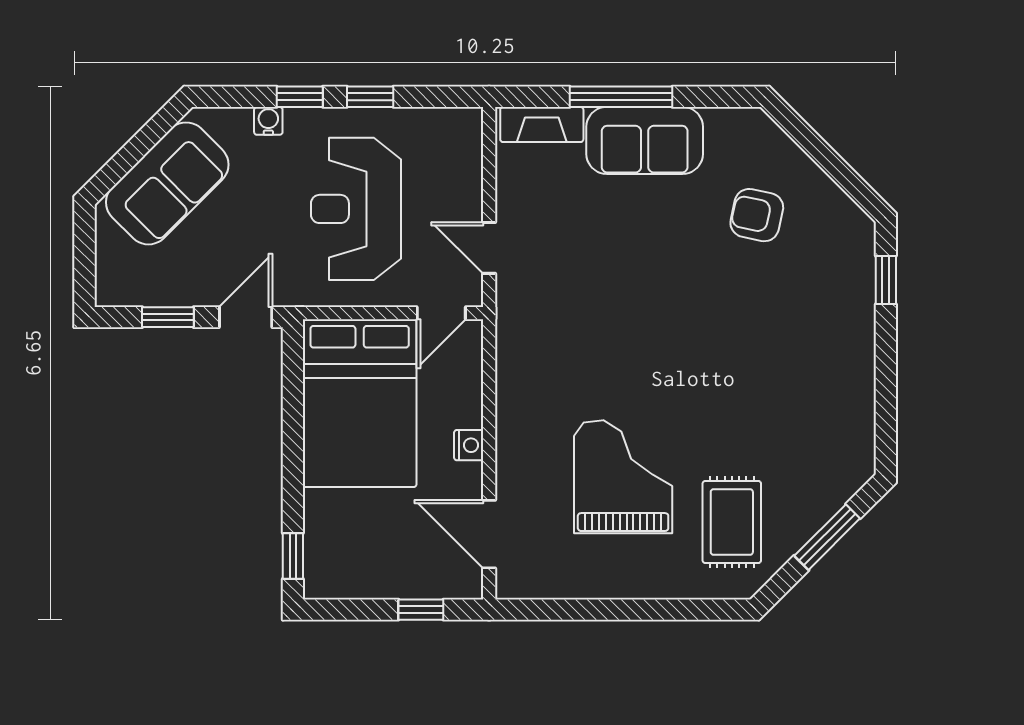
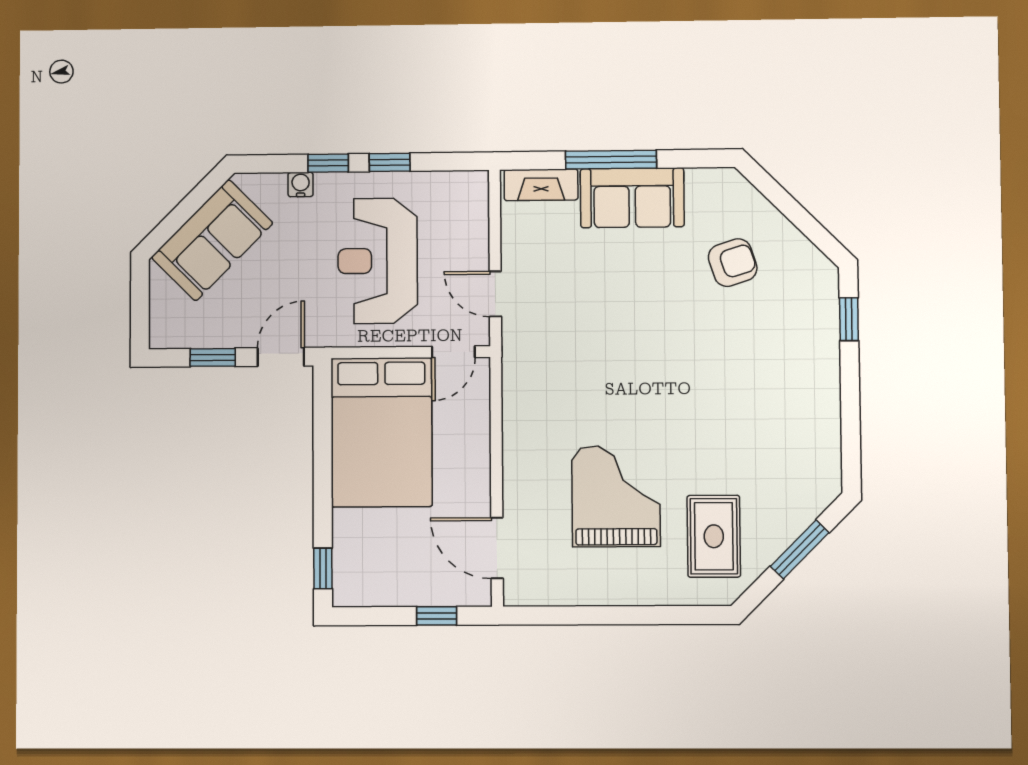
armchair: (757, 215) -> (733, 263), turned 150
nightstand: (469, 445) -> (478, 469), removed

